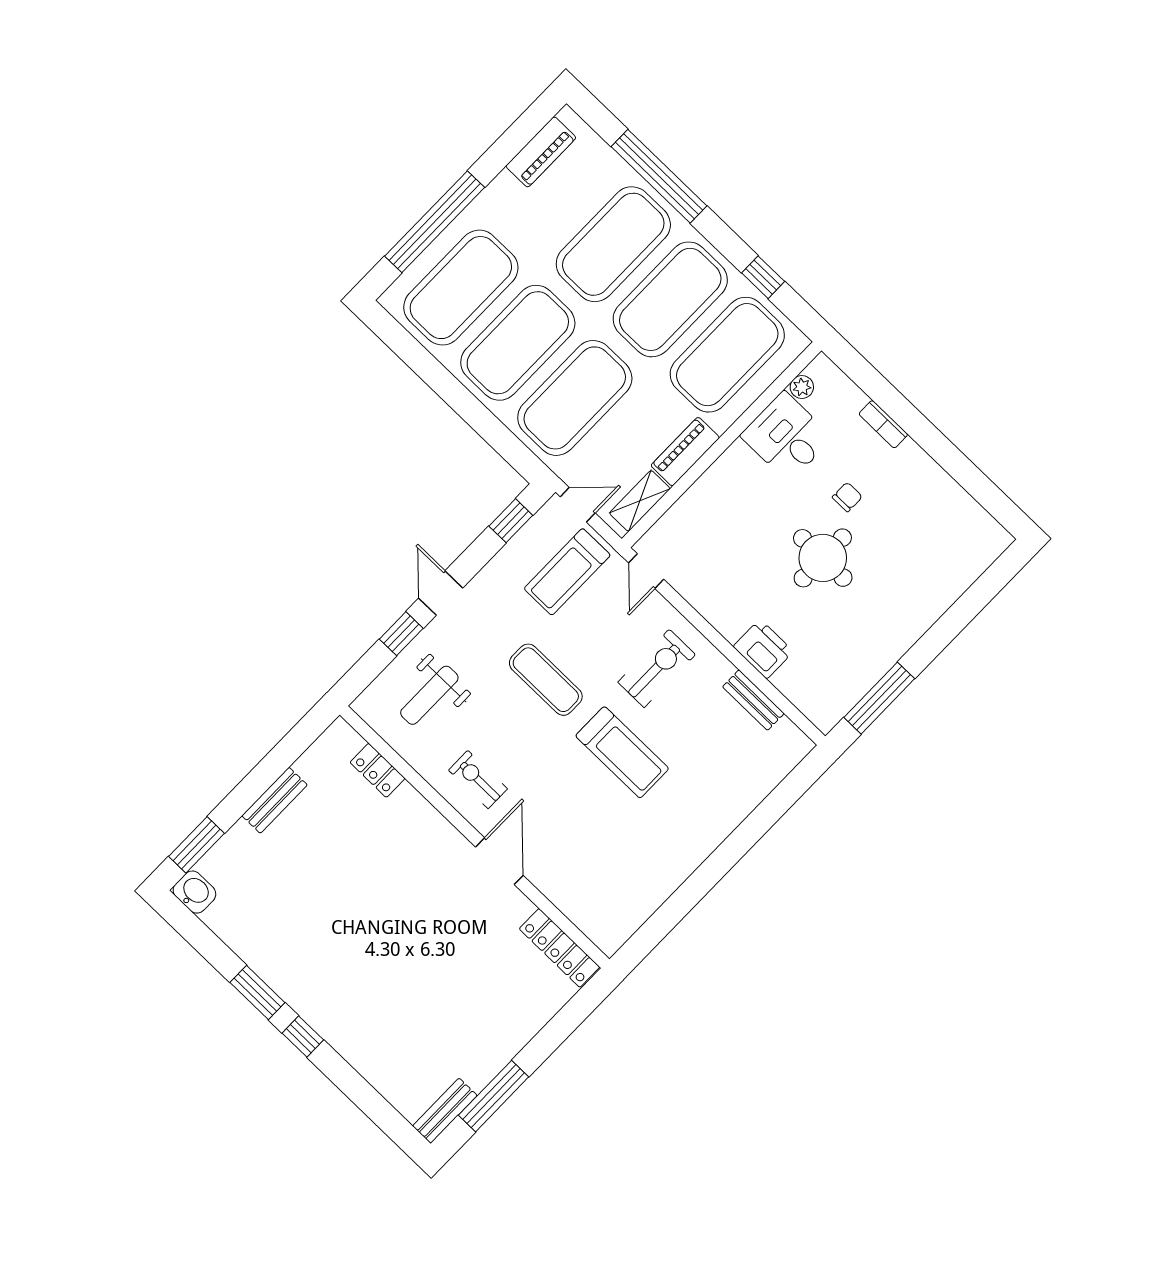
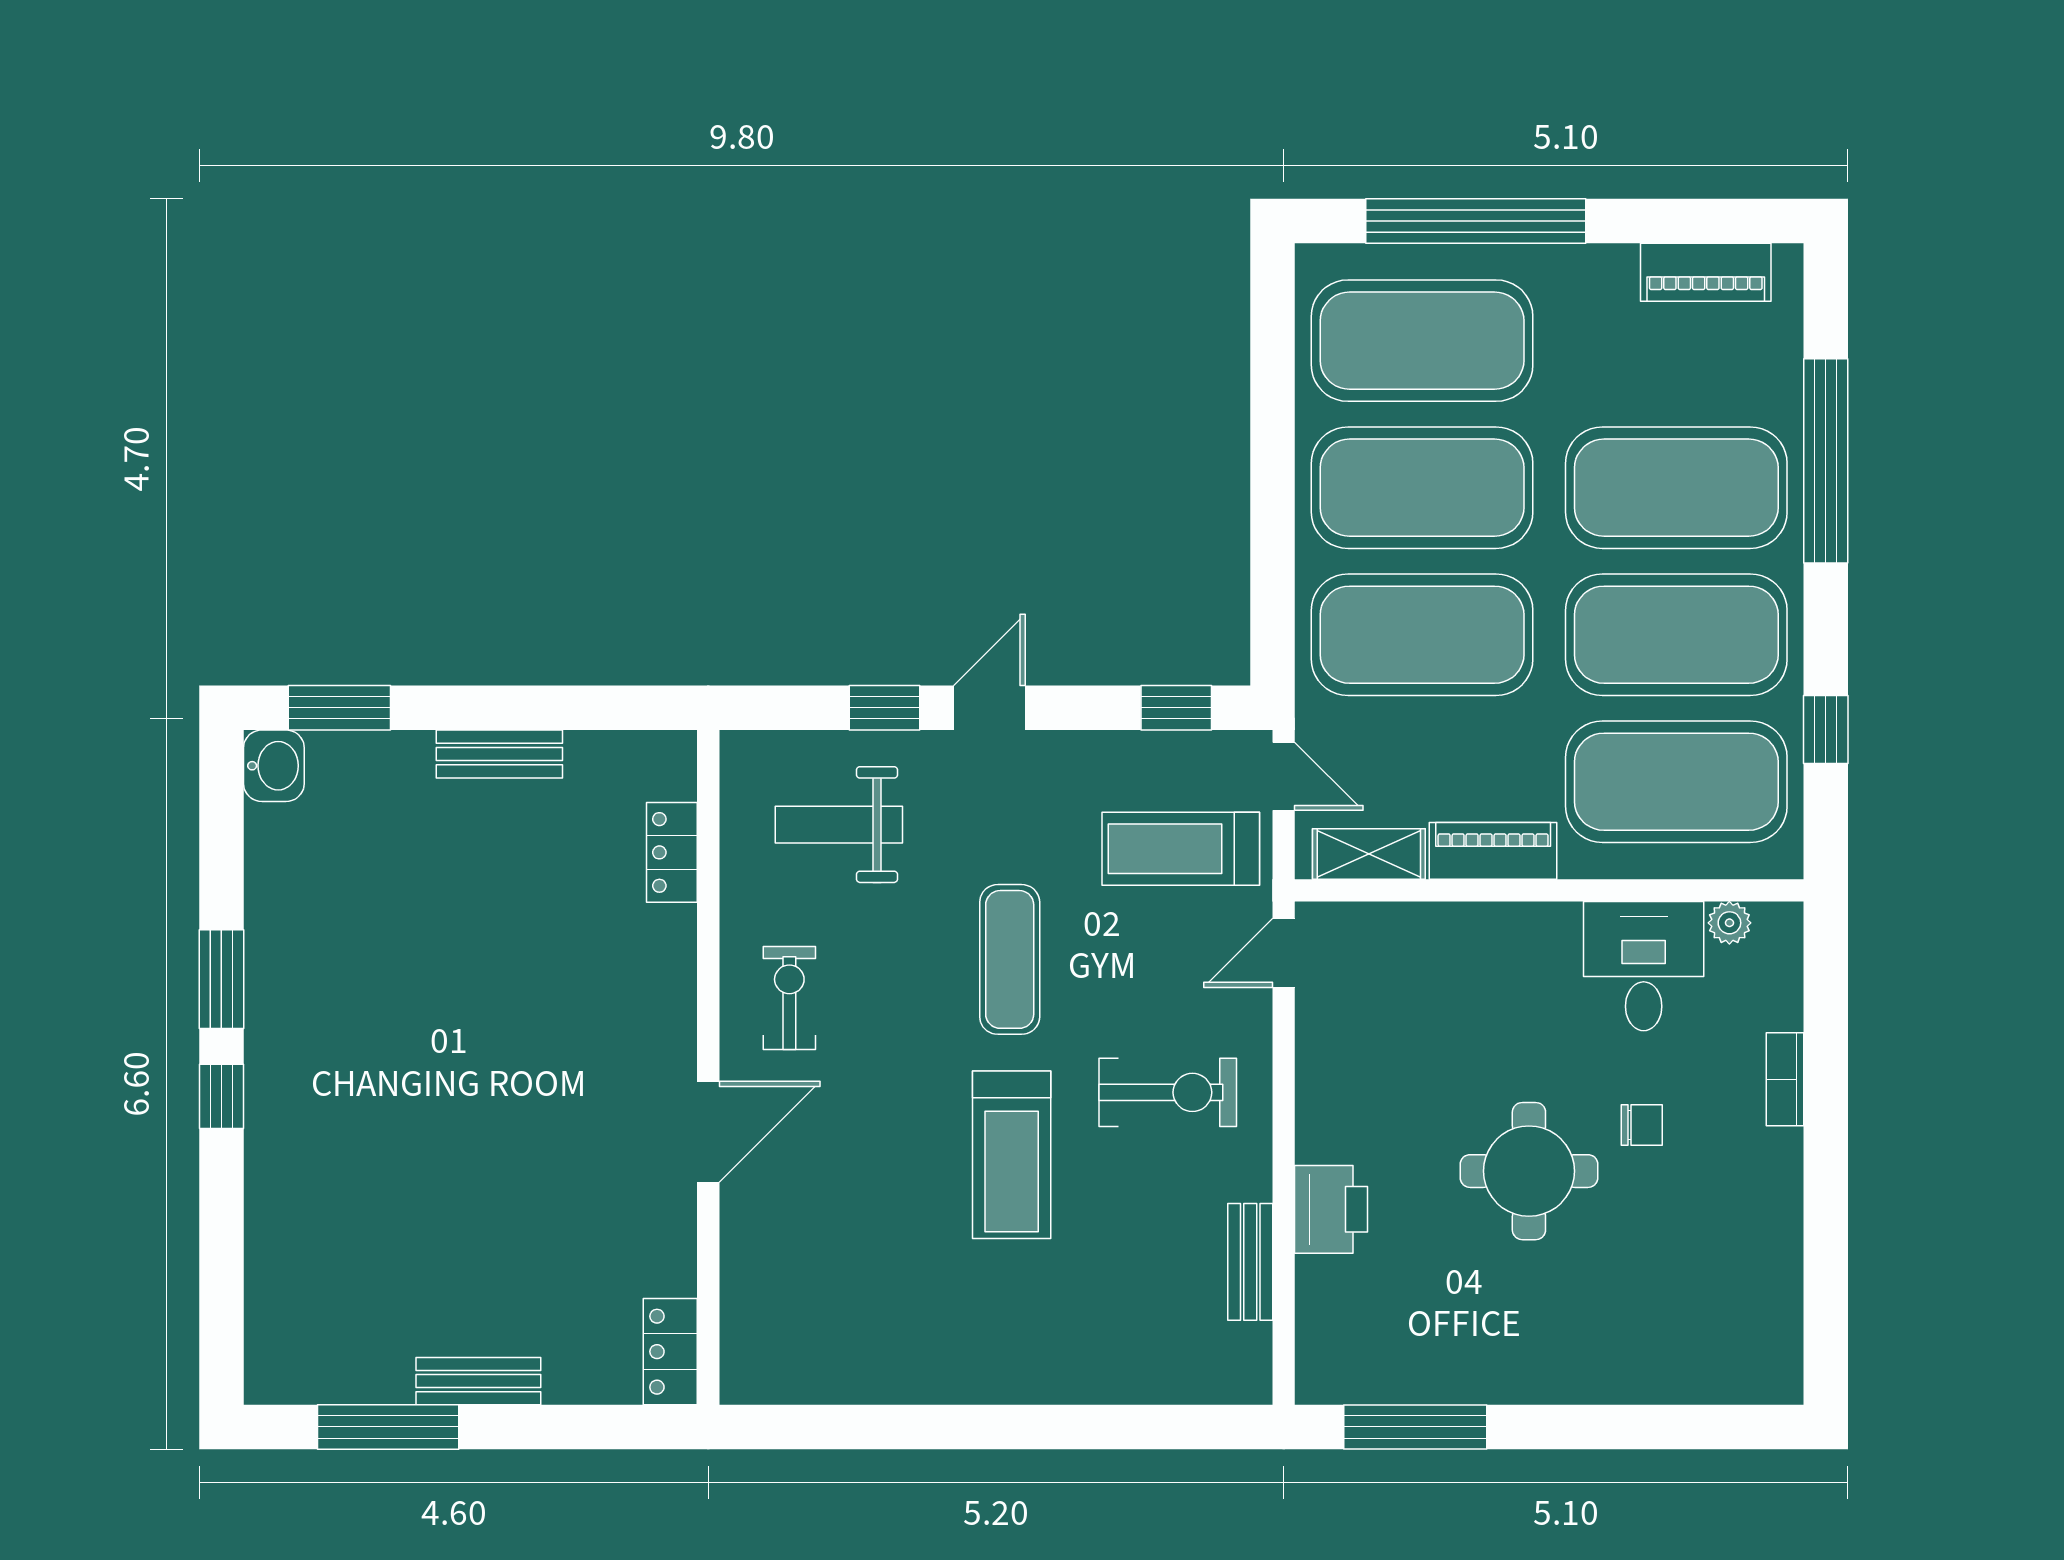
locker: (559, 948) -> (670, 1352), width x0.66
bench: (445, 1111) -> (478, 1381), moved

